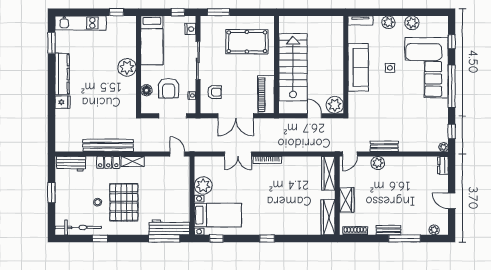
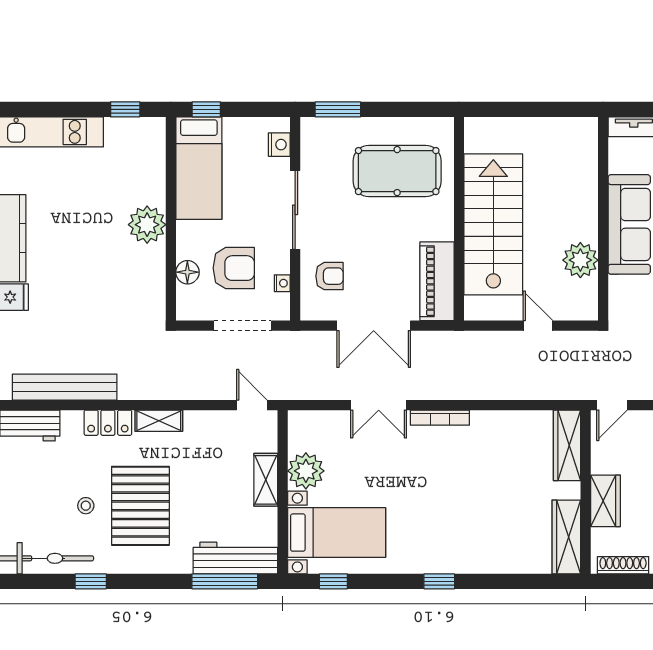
window: (178, 12) -> (206, 109), moved
armchair: (169, 88) -> (234, 268), turned -90
plant: (335, 105) -> (580, 260), moved
bench: (108, 145) -> (65, 387), moved
shelving: (184, 190) -> (266, 480), added

